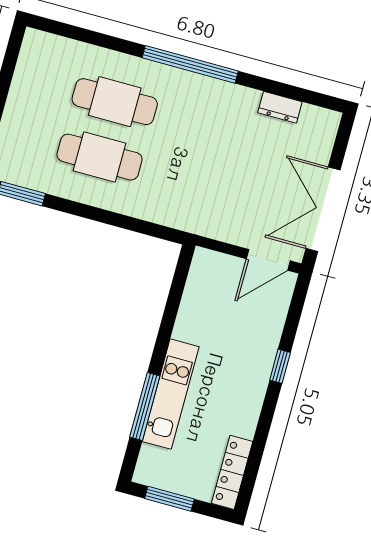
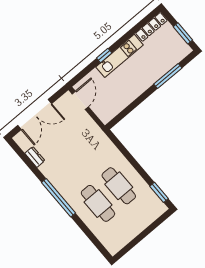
double door: (323, 209) -> (35, 114), moved
door: (268, 260) -> (80, 100), hinge flipped
kitchen unit: (171, 394) -> (120, 56), moved, turned 180

